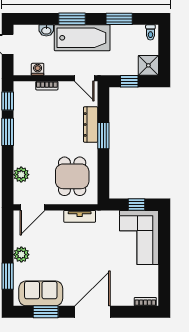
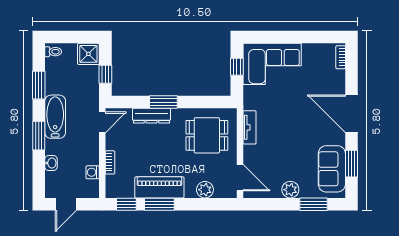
bathtub: (82, 38) -> (55, 117), width x0.73, depth x0.73
piano: (23, 132) -> (159, 187), added

